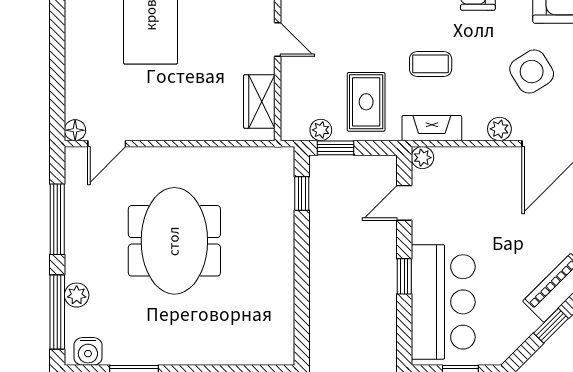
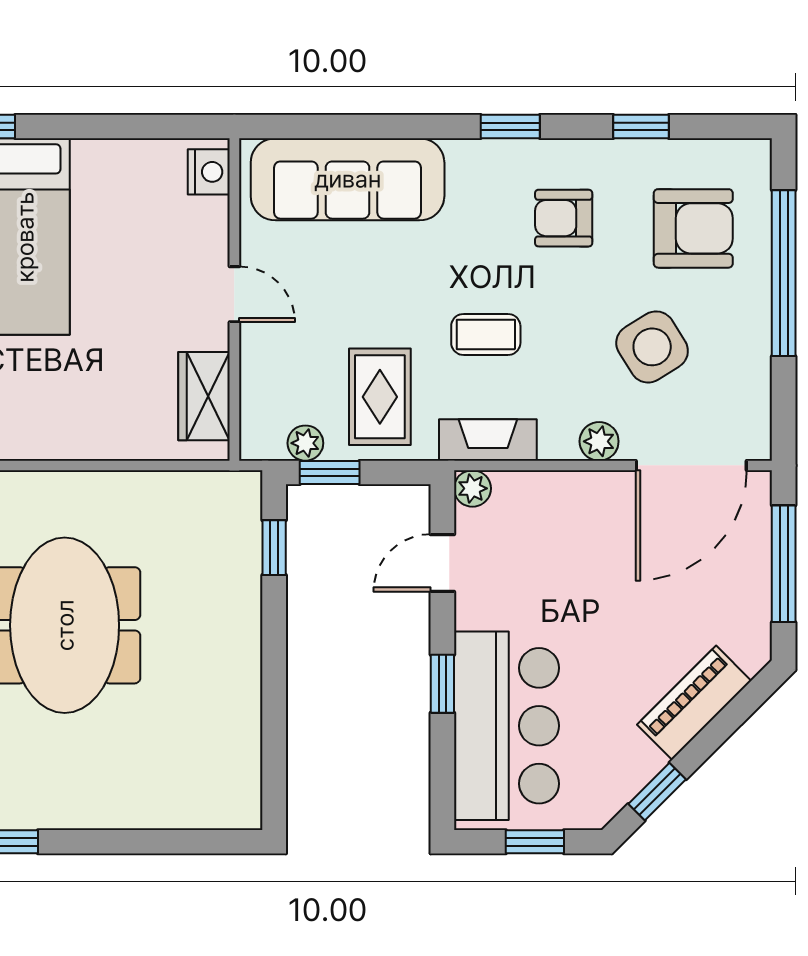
window: (551, 326) -> (657, 792), moved

